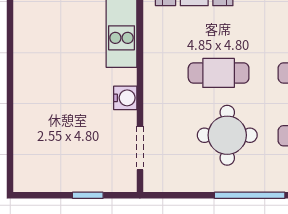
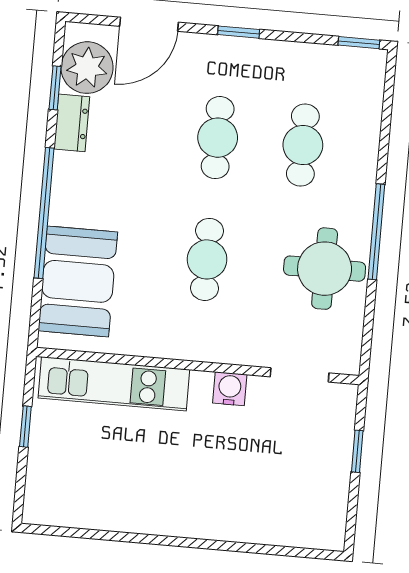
round table: (227, 135) -> (325, 269), moved

